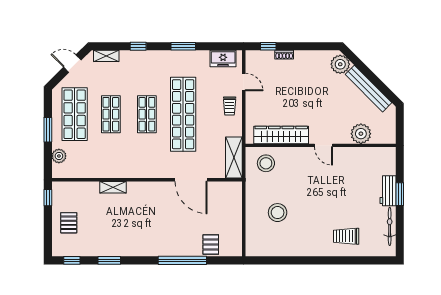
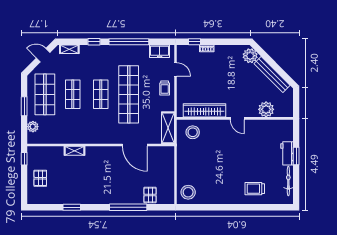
window: (183, 46) -> (129, 42), width x2.11
stool: (278, 213) -> (188, 192), moved
window: (72, 260) -> (43, 207), removed

